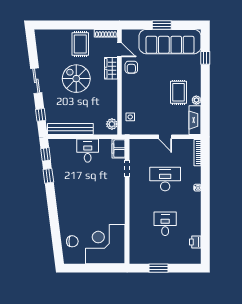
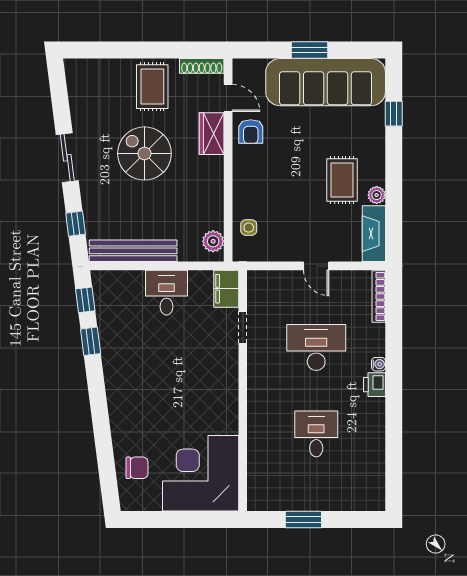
printer: (195, 242) -> (375, 385), moved

